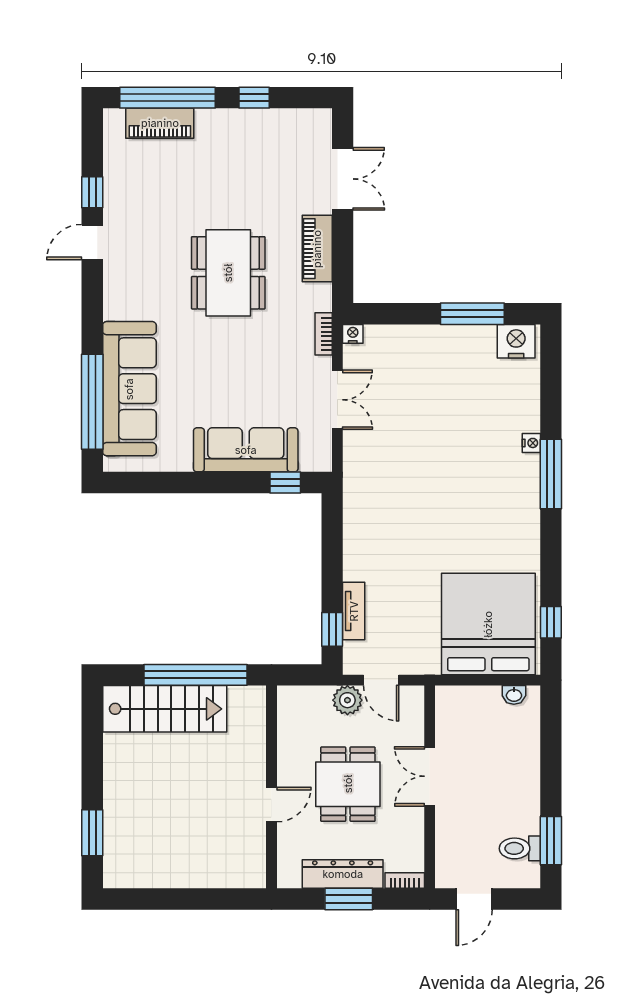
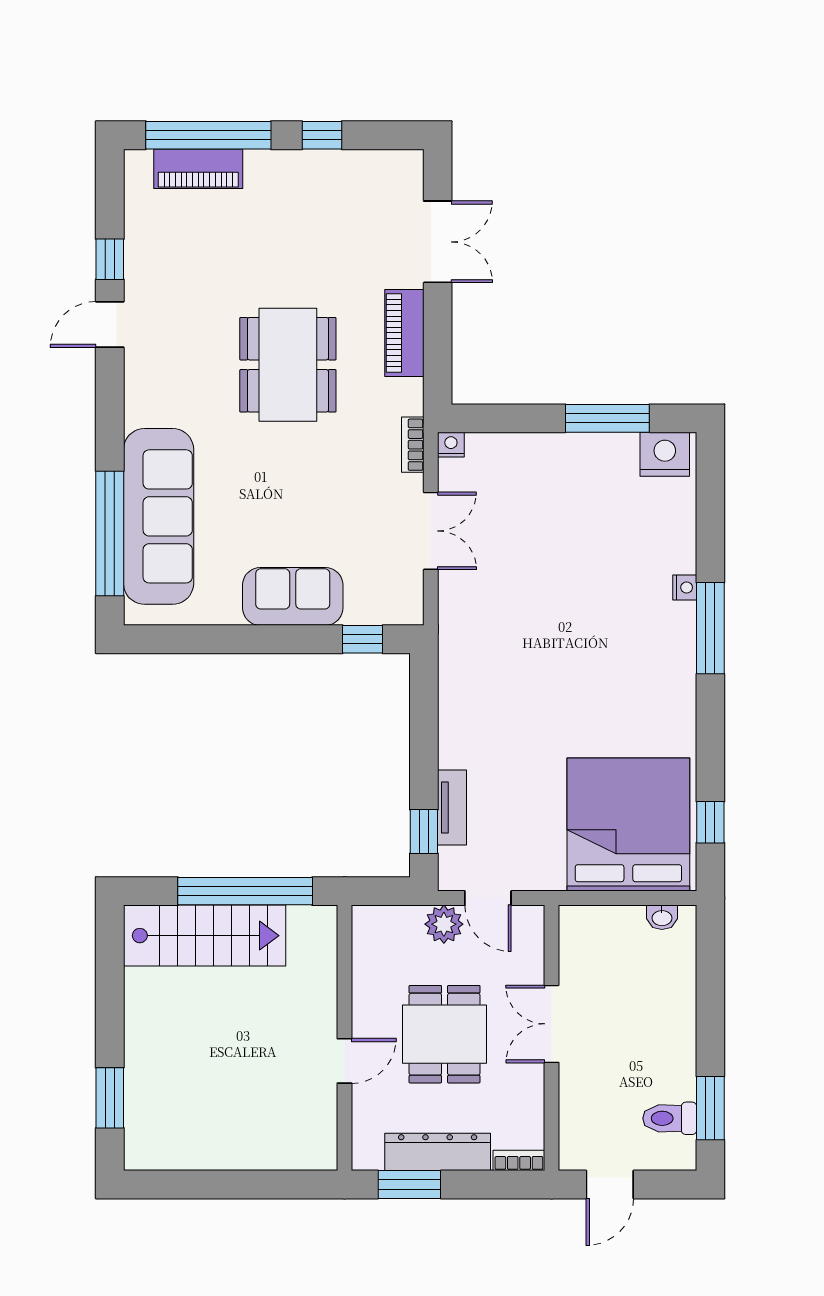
sofa: (246, 450) -> (293, 596), width x0.73
window: (349, 899) -> (409, 1185), moved

